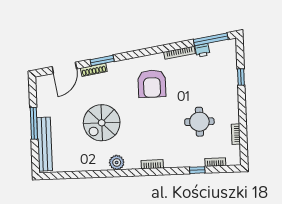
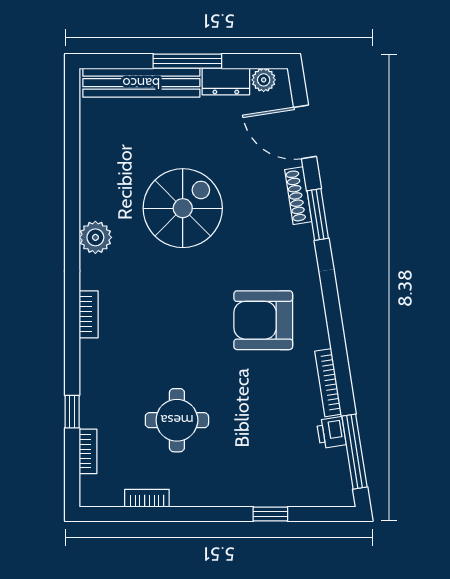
plant: (41, 88) -> (264, 80), added
dresser: (43, 105) -> (226, 81), added
spiral stairs: (102, 123) -> (183, 208), turned 90

